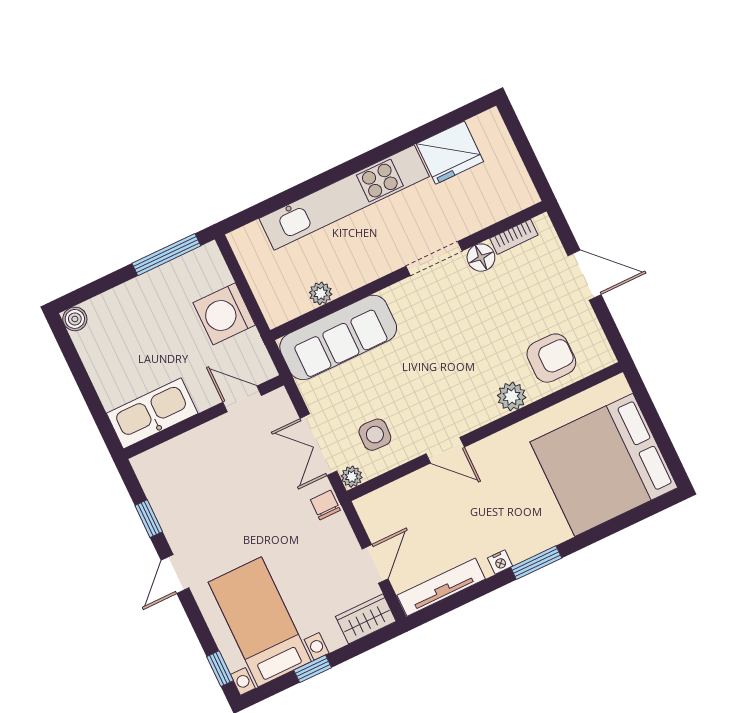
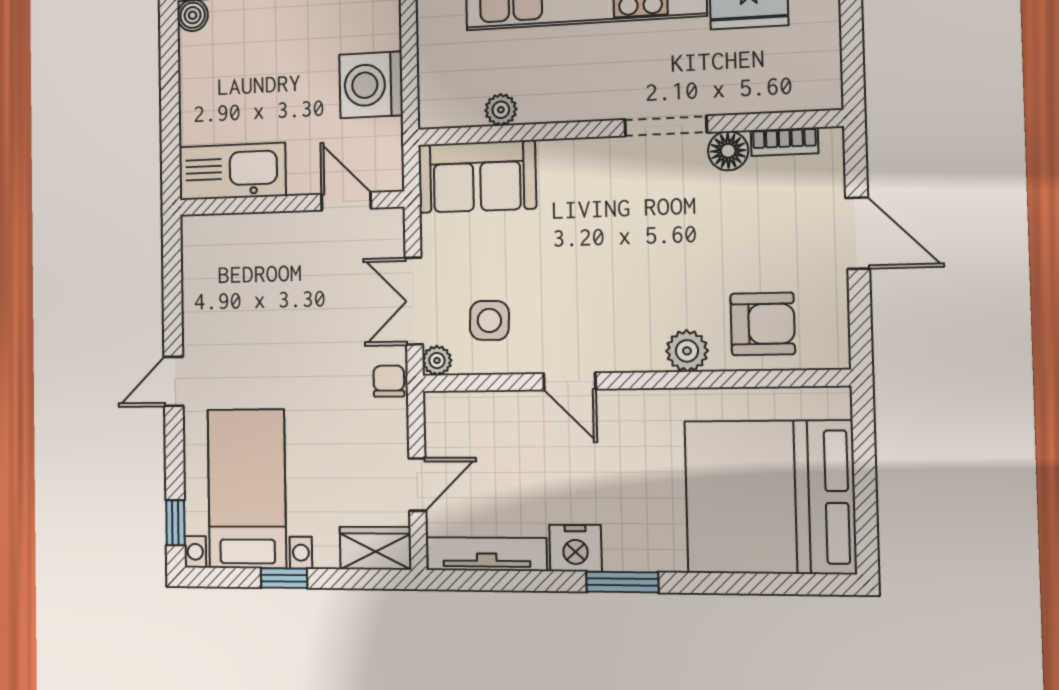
sofa: (338, 337) -> (477, 177), width x0.73
window: (149, 519) -> (172, 299), removed
nightstand: (500, 562) -> (575, 548), width x1.89, depth x1.79

